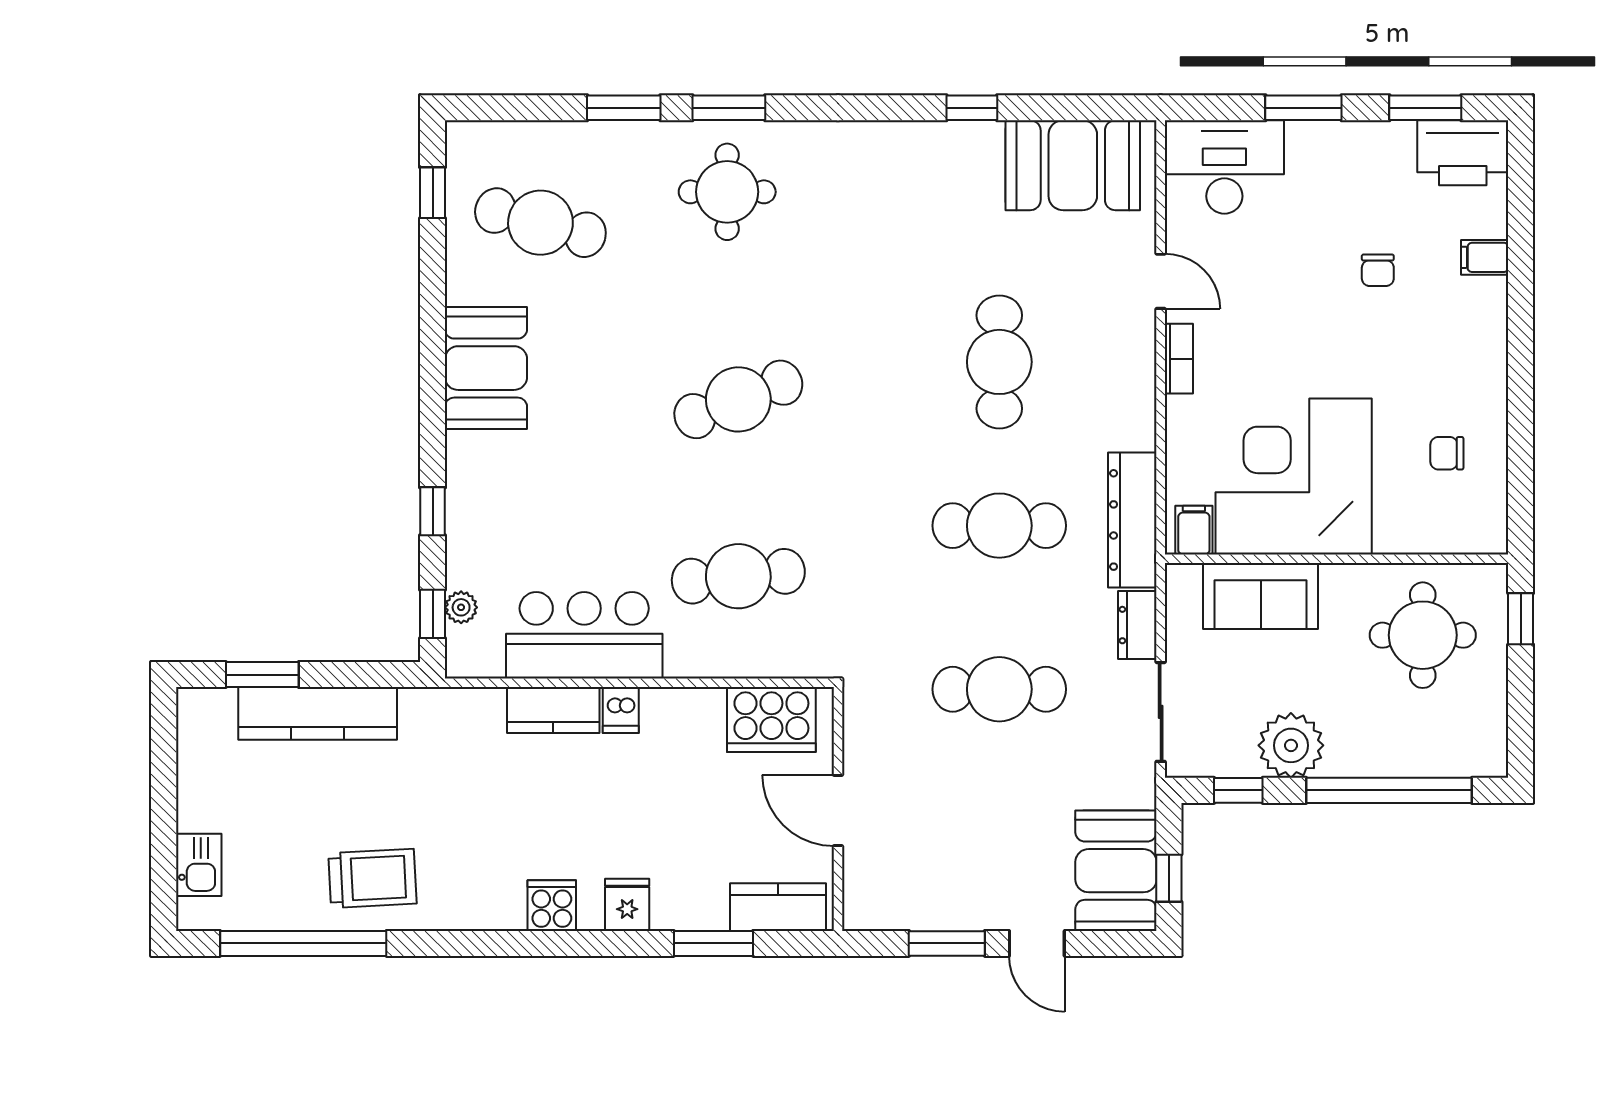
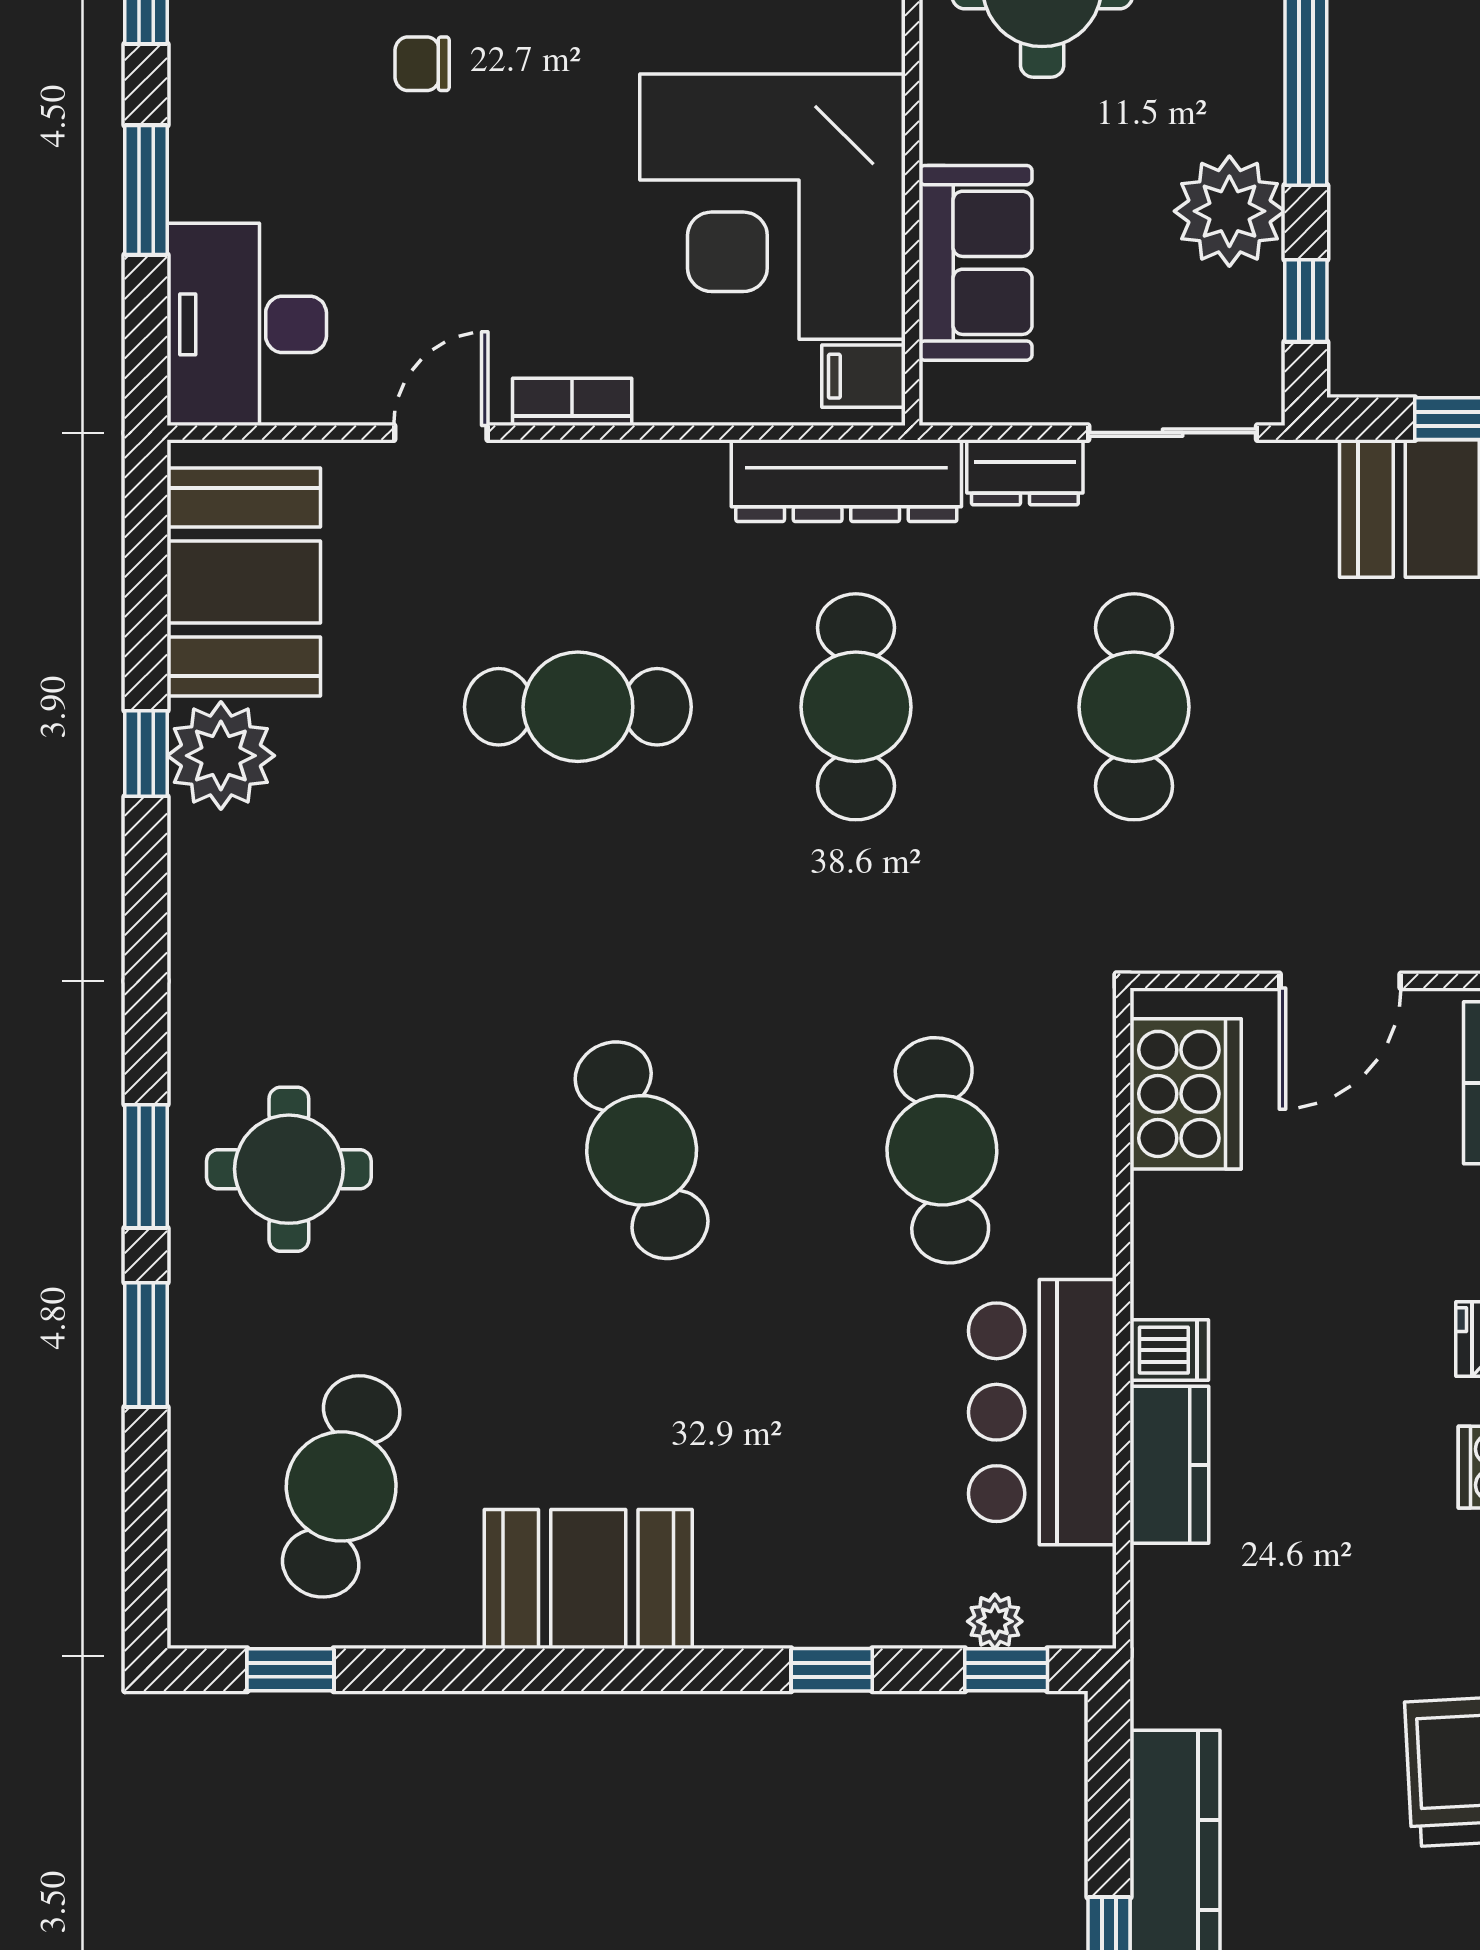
plant: (971, 152) -> (221, 756), added
chair: (1378, 270) -> (422, 64), turned 180

